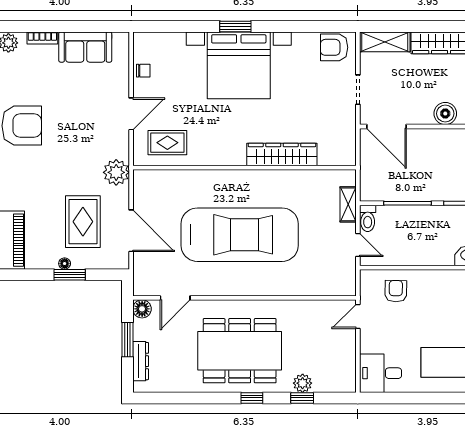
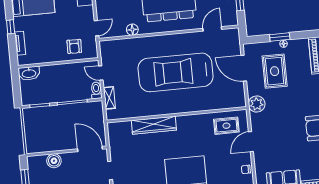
floor lamp: (142, 309) -> (132, 30), moved

